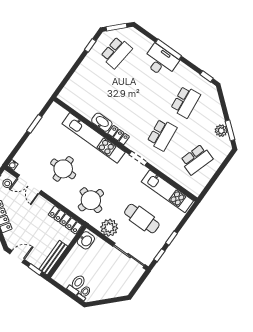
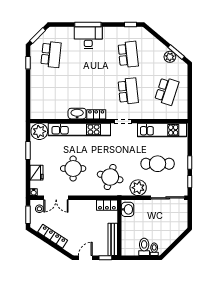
plant: (57, 114) -> (39, 131), added
fridge: (28, 149) -> (36, 173), added
locker: (65, 220) -> (107, 205), width x0.66

